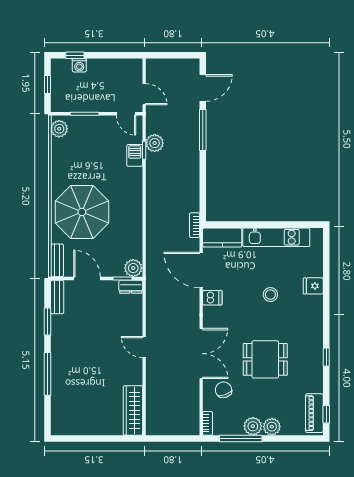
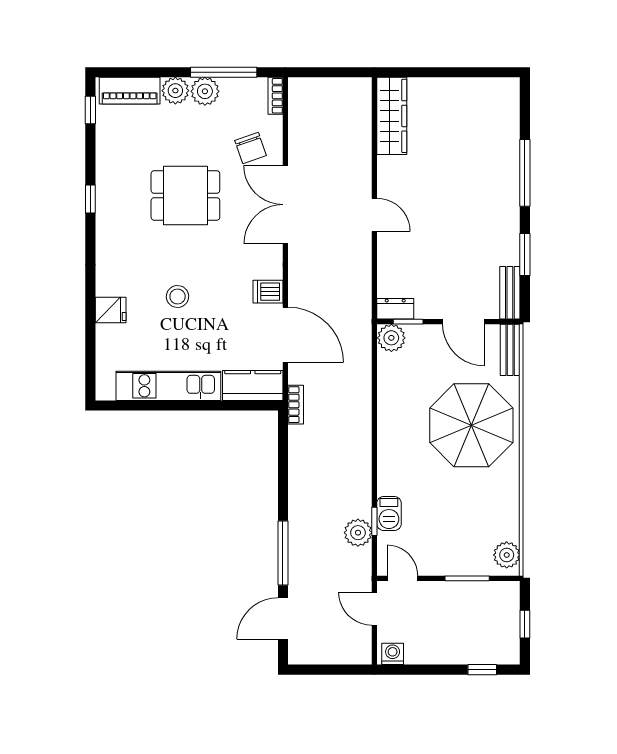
washing machine: (79, 65) -> (393, 654), moved
piano: (314, 413) -> (130, 91), moved, turned 90

